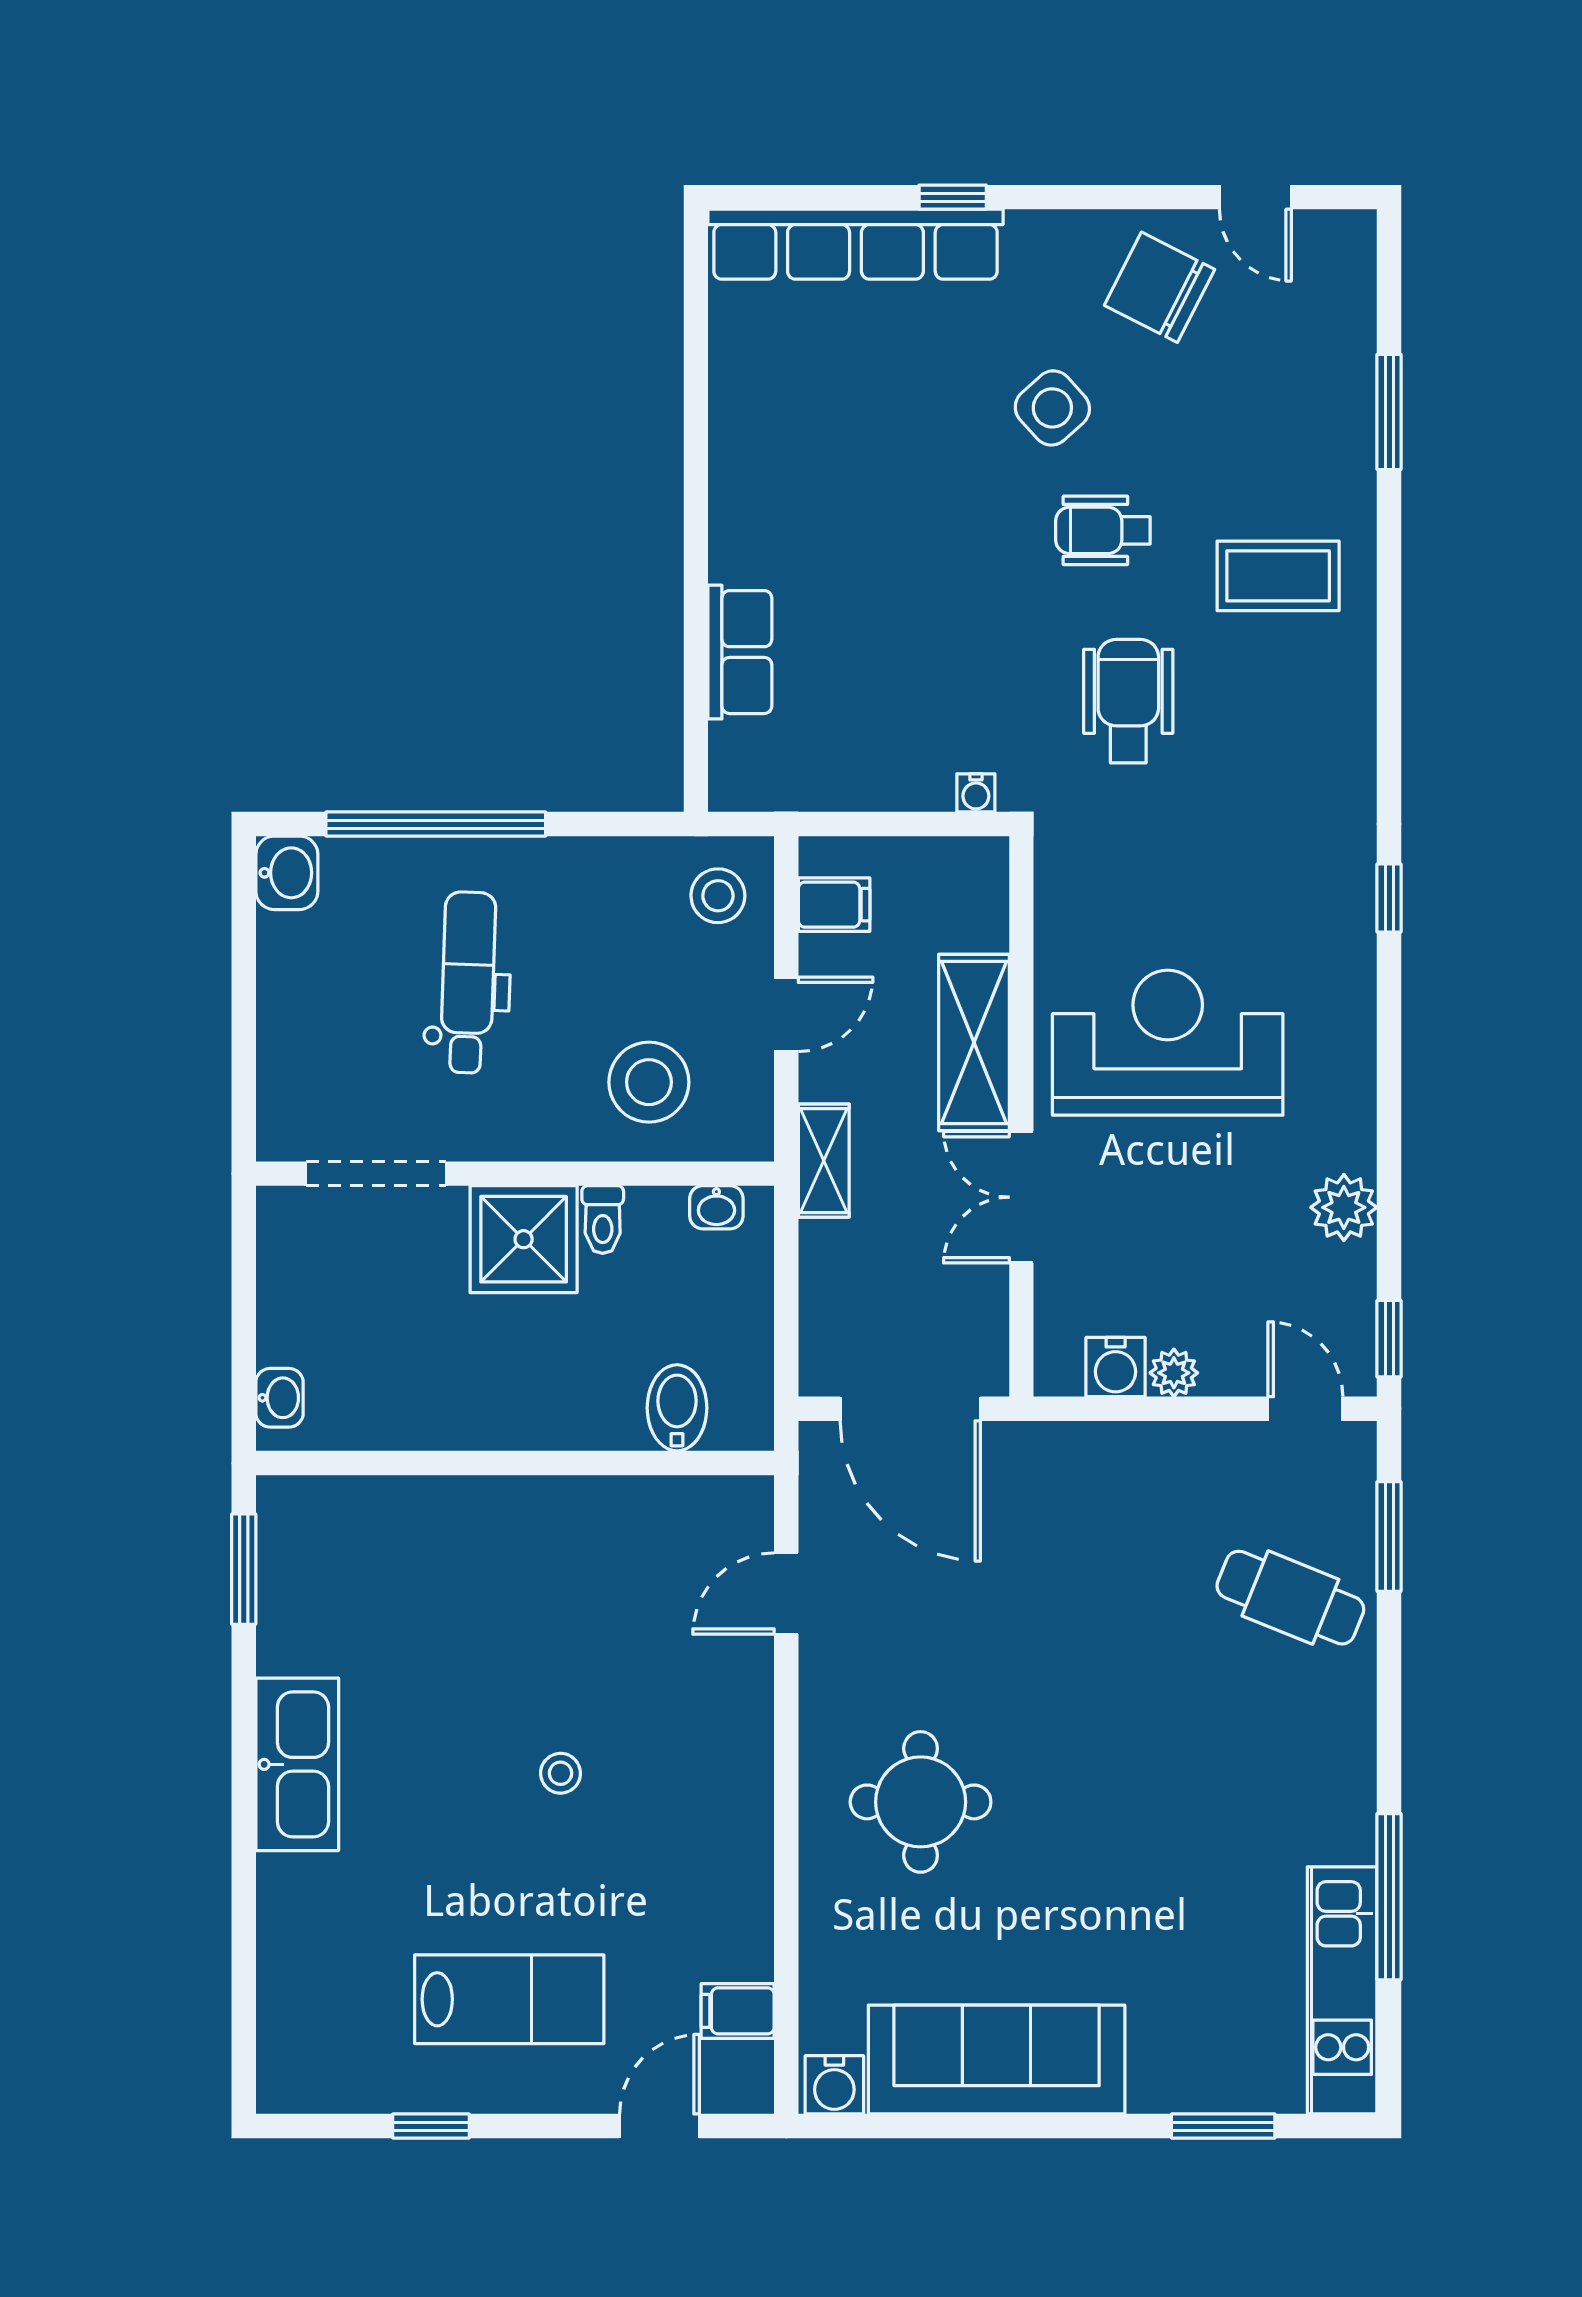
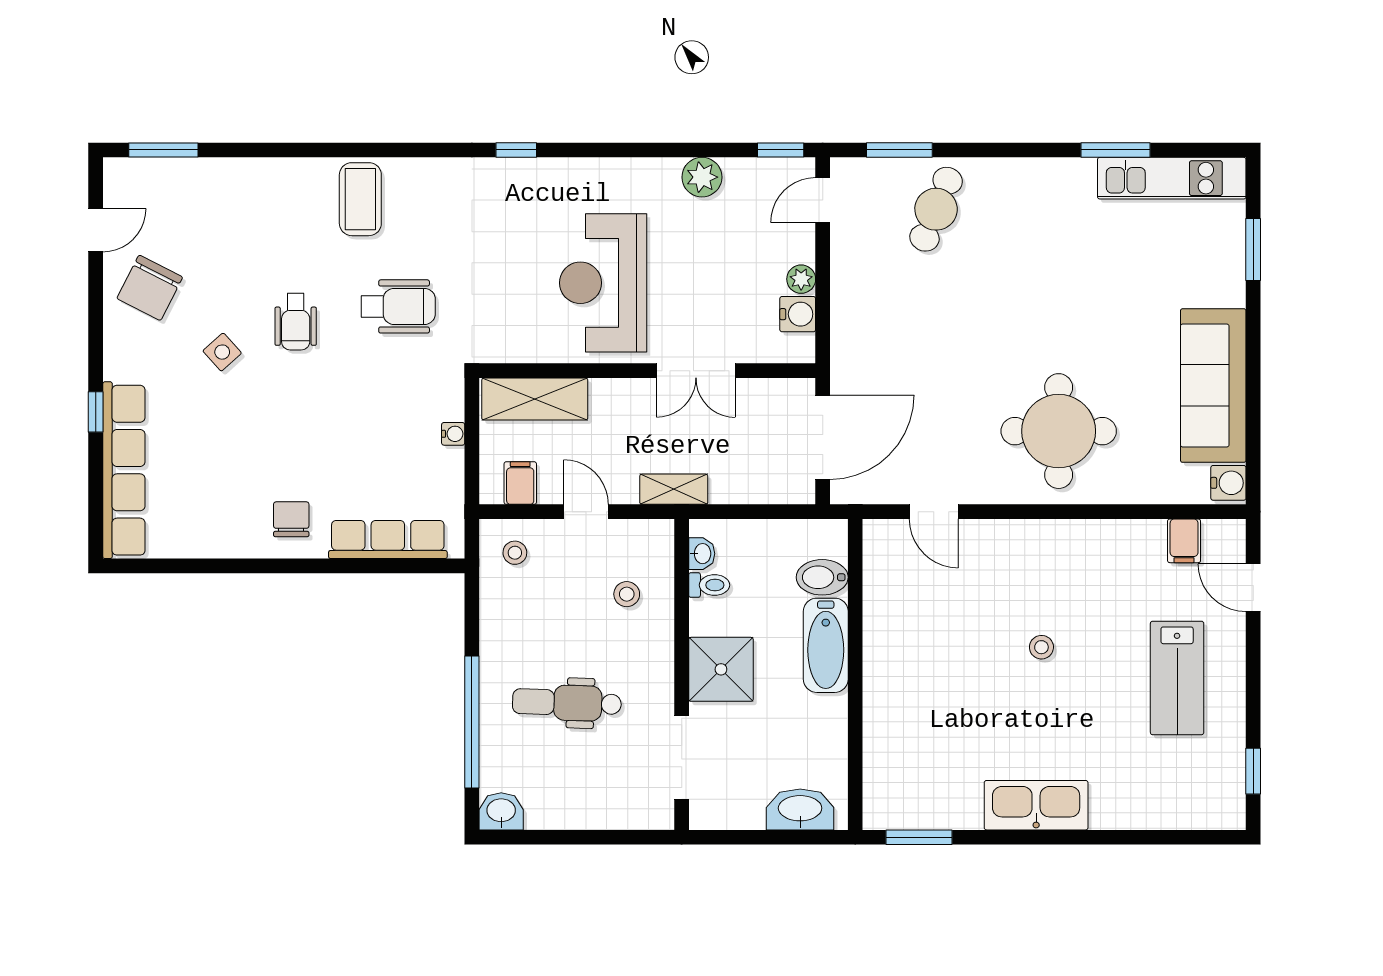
side table: (1052, 408) -> (222, 352), width x0.73, depth x0.73
window: (1389, 412) -> (163, 150), moved
chair: (774, 523) -> (291, 519), added
coffee table: (1278, 576) -> (360, 199), moved
row of seats: (740, 652) -> (388, 540), width x1.48
wheelchair: (1128, 701) -> (398, 306), turned 180
water cooler: (976, 793) -> (453, 434), moved
stool: (718, 896) -> (515, 553), width x0.73, depth x0.73
shelving: (974, 1043) -> (535, 399), moved
stool: (649, 1082) -> (627, 594), width x0.53, depth x0.53
toilet: (603, 1220) -> (709, 585), moved
washbasin: (280, 1398) -> (800, 809), width x1.91, depth x1.45
bathtub: (564, 1414) -> (826, 645), added
round table: (921, 1802) -> (1059, 431), width x1.36, depth x1.36
window: (1389, 1897) -> (1116, 150), width x0.69
lab bench: (509, 1999) -> (1177, 678), turned 180
window: (431, 2126) -> (1253, 771), moved

